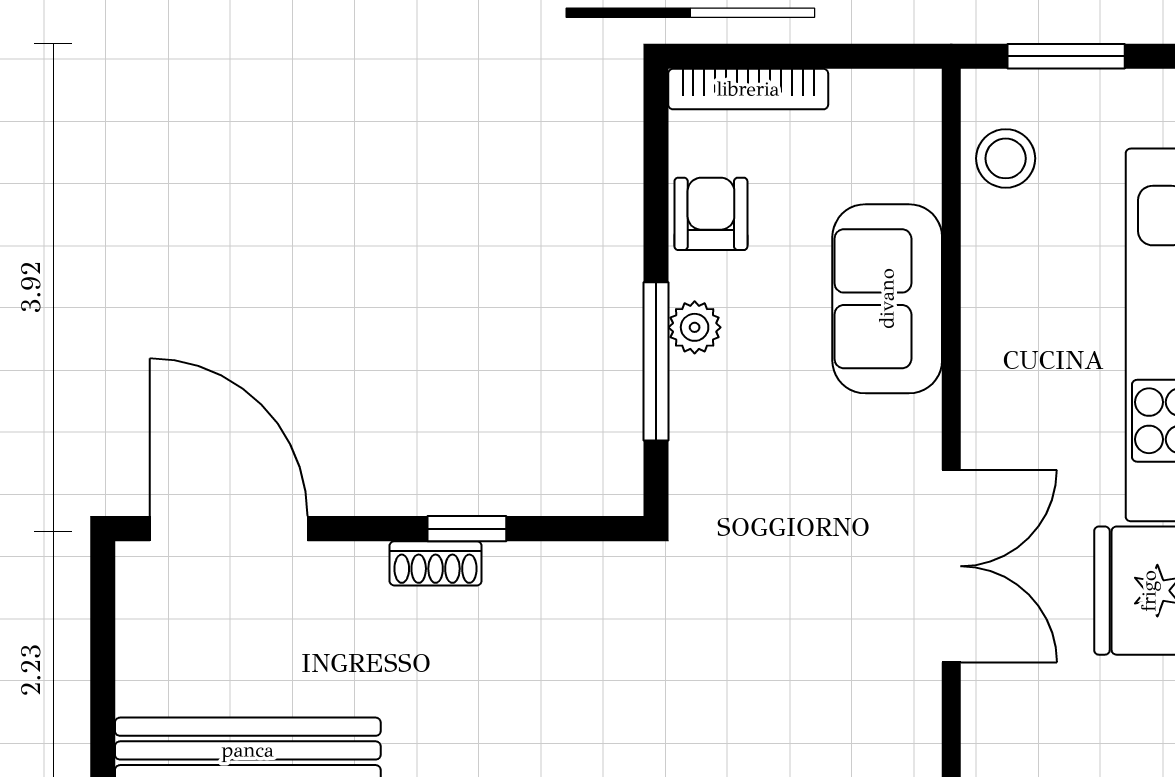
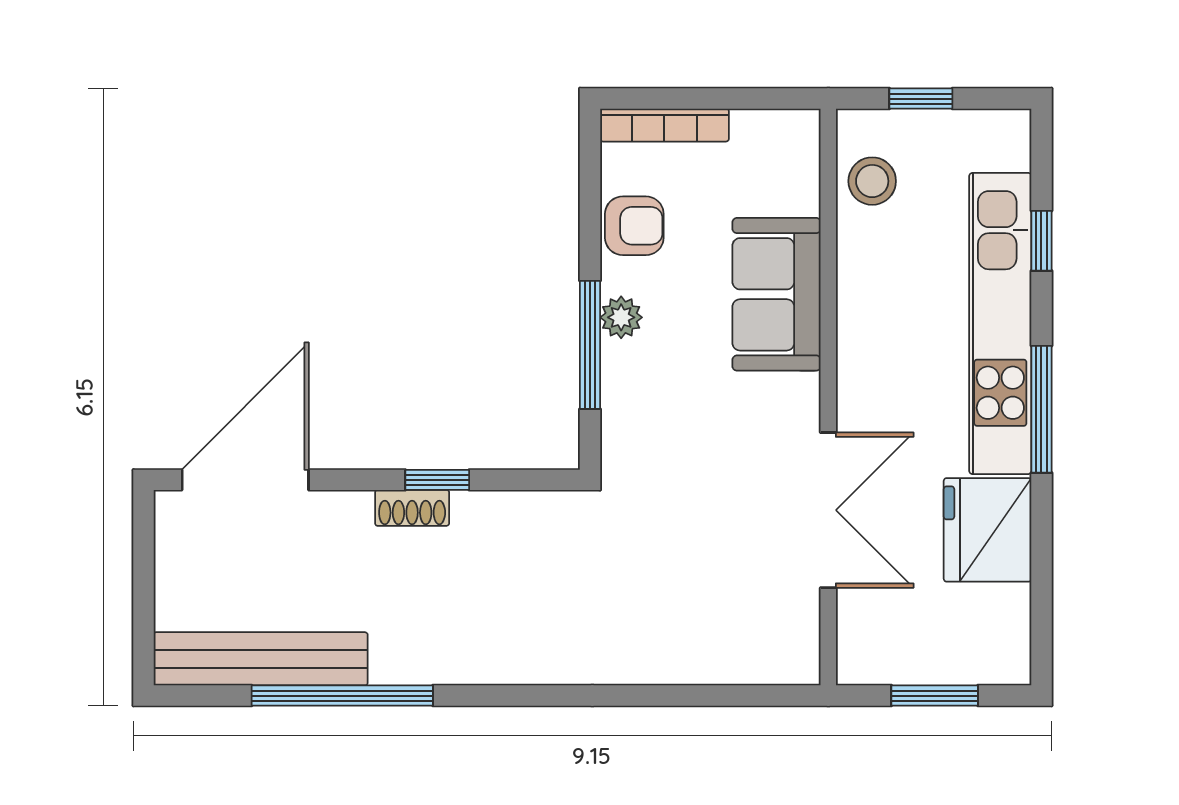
window: (1066, 56) -> (921, 99), width x0.67
armchair: (711, 214) -> (634, 226), turned 90
door: (229, 529) -> (245, 480), hinge flipped

